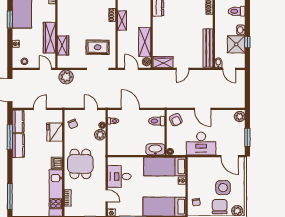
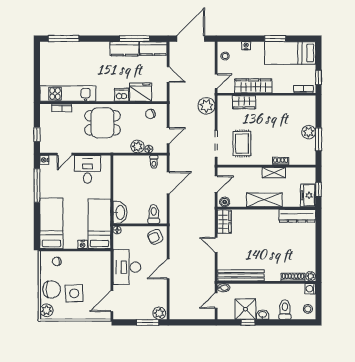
shelving: (145, 42) -> (264, 200), moved
window: (247, 137) -> (147, 322), moved
dishwasher: (57, 163) -> (122, 95), moved

